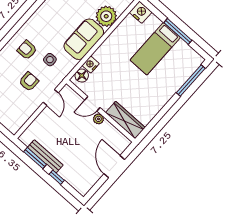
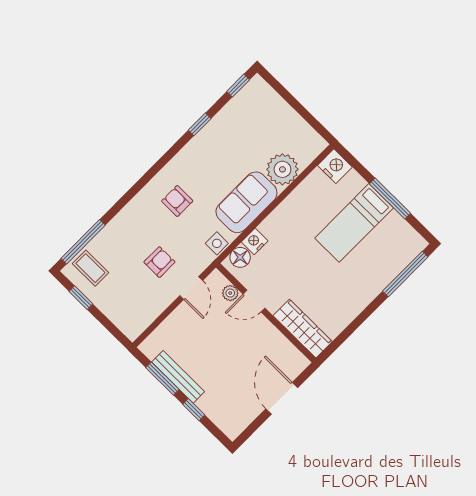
armchair: (27, 50) -> (177, 201), moved
side table: (50, 60) -> (217, 243), moved
plant: (98, 119) -> (230, 293), moved

